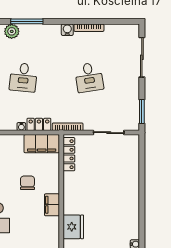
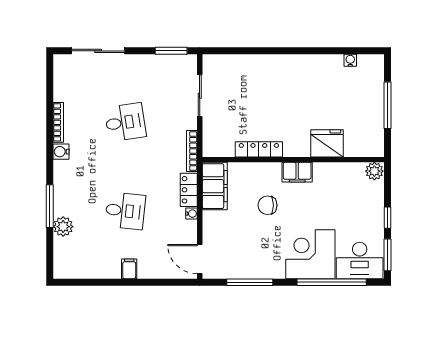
locker: (69, 154) -> (259, 149), moved

